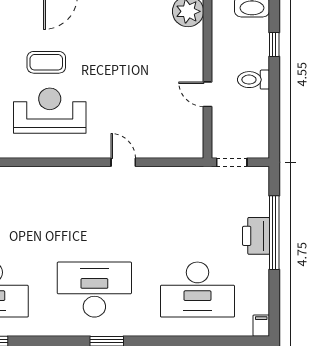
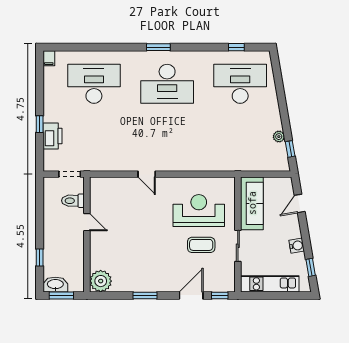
toilet: (253, 80) -> (73, 201), moved, turned 180
reception desk: (50, 111) -> (199, 211), turned 180
window: (274, 233) -> (40, 124), width x0.32
printer: (256, 236) -> (52, 136), moved

